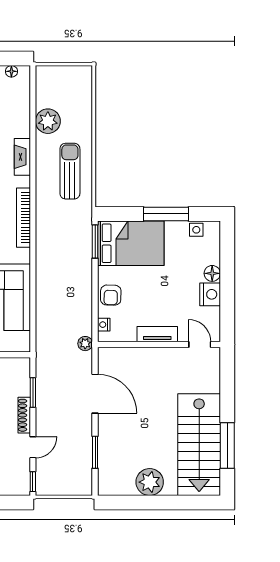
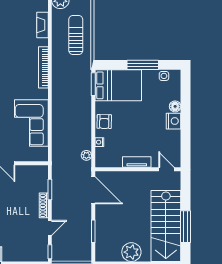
tv unit: (157, 334) -> (137, 162), moved
wall: (159, 344) -> (138, 169), moved
door: (200, 344) -> (166, 169), moved

